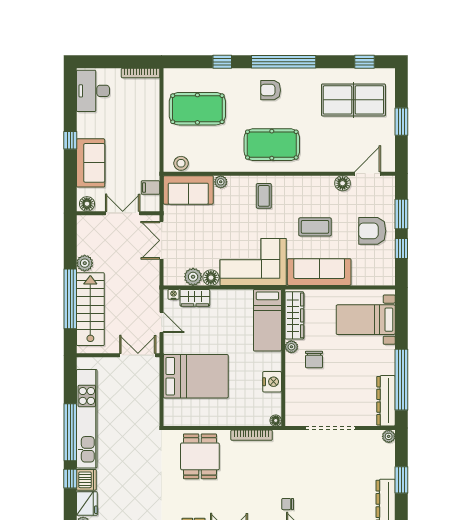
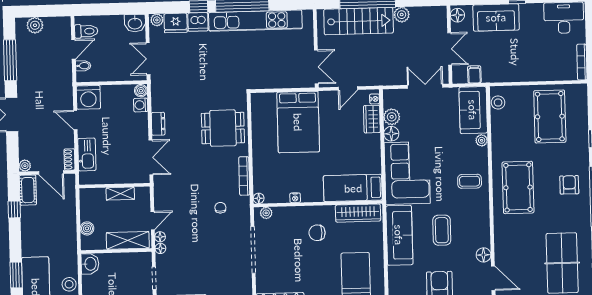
plant: (291, 347) -> (266, 213), moved
nightstand: (272, 382) -> (295, 198), width x0.53, depth x0.56
chair: (288, 504) -> (220, 208), moved

